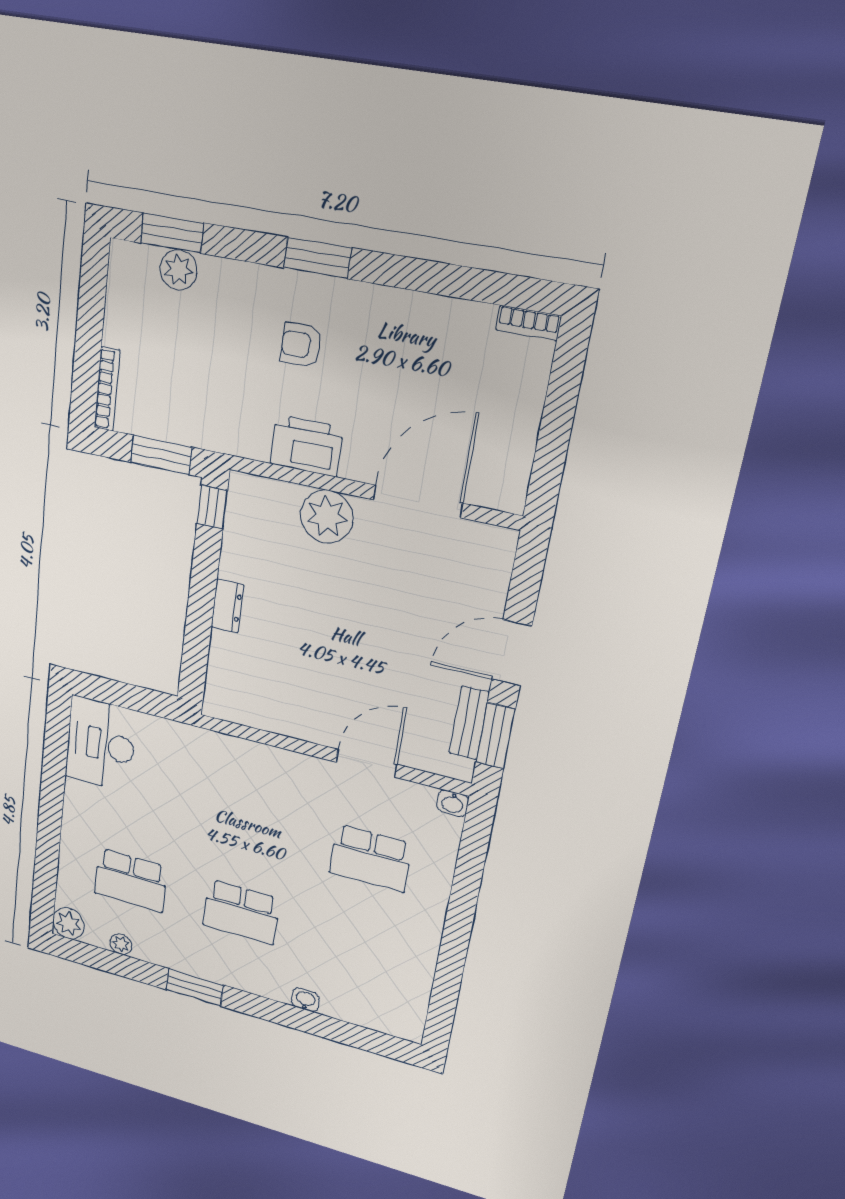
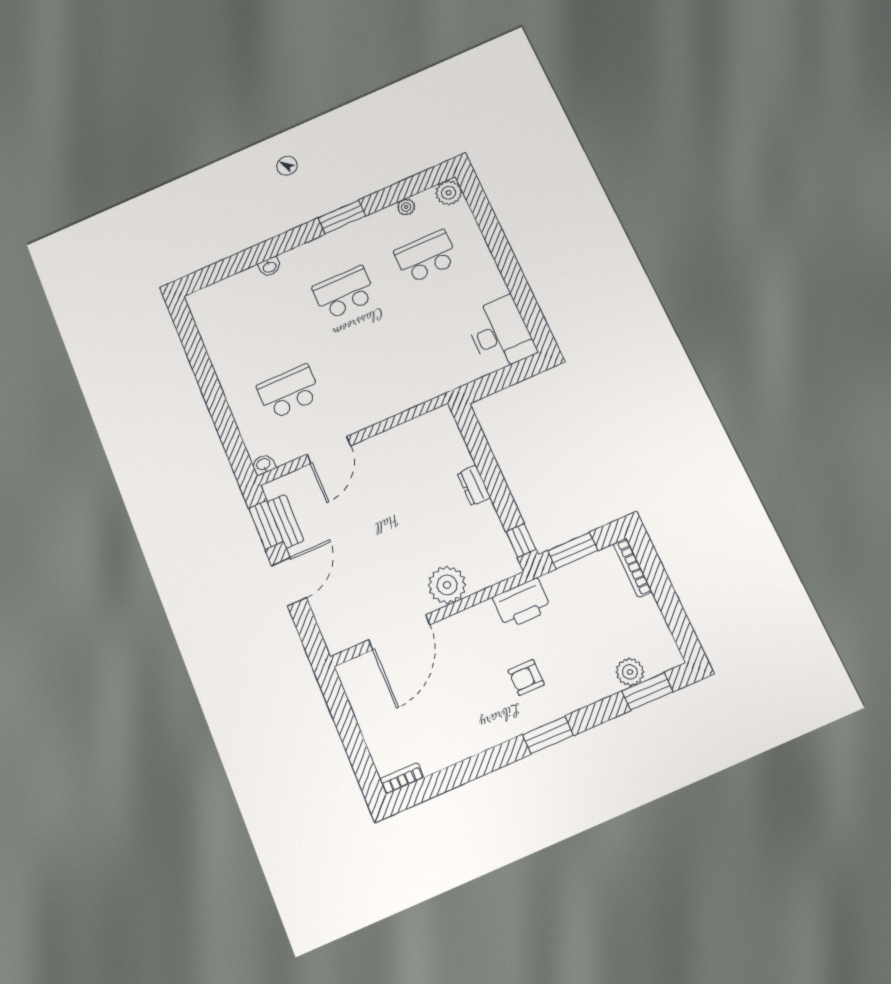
armchair: (301, 345) -> (526, 677), turned 180
printer: (307, 446) -> (522, 603), moved

